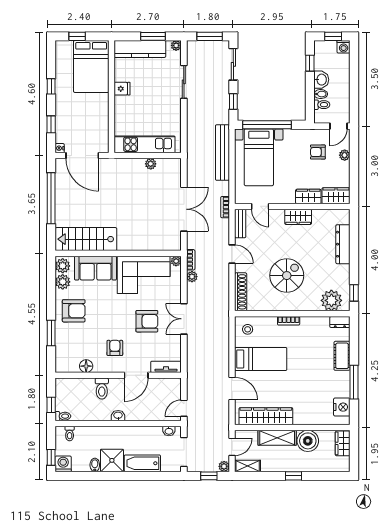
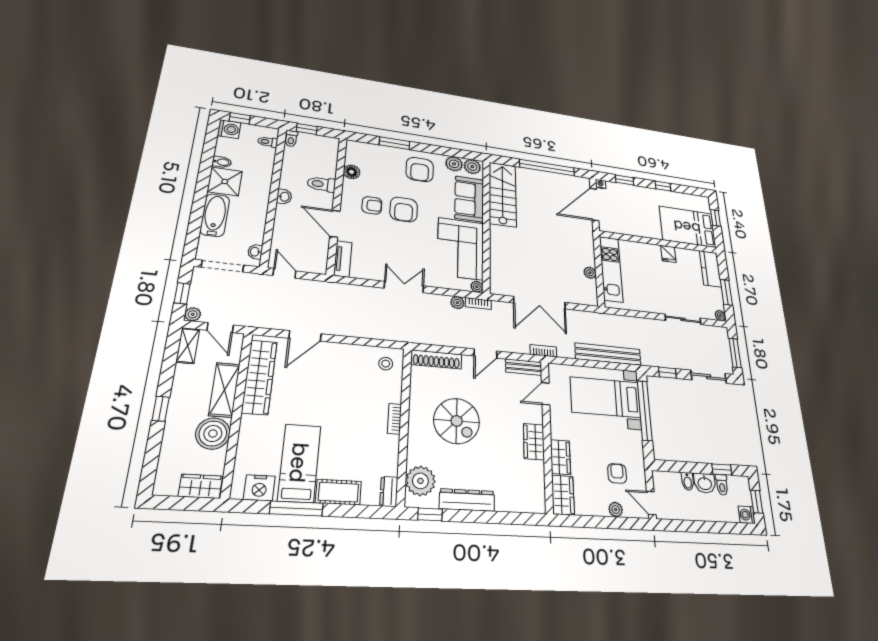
kitchen counter: (140, 49) -> (710, 269), width x0.67
toilet: (322, 105) -> (722, 485), moved
dresser: (343, 244) -> (467, 500), moved
armchair: (147, 321) -> (404, 209), moved
bed: (261, 359) -> (299, 463), moved, turned 180

